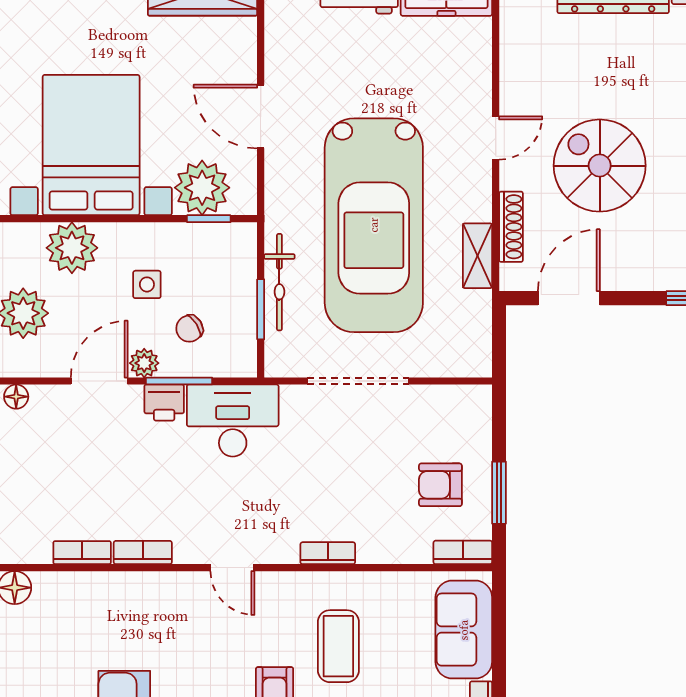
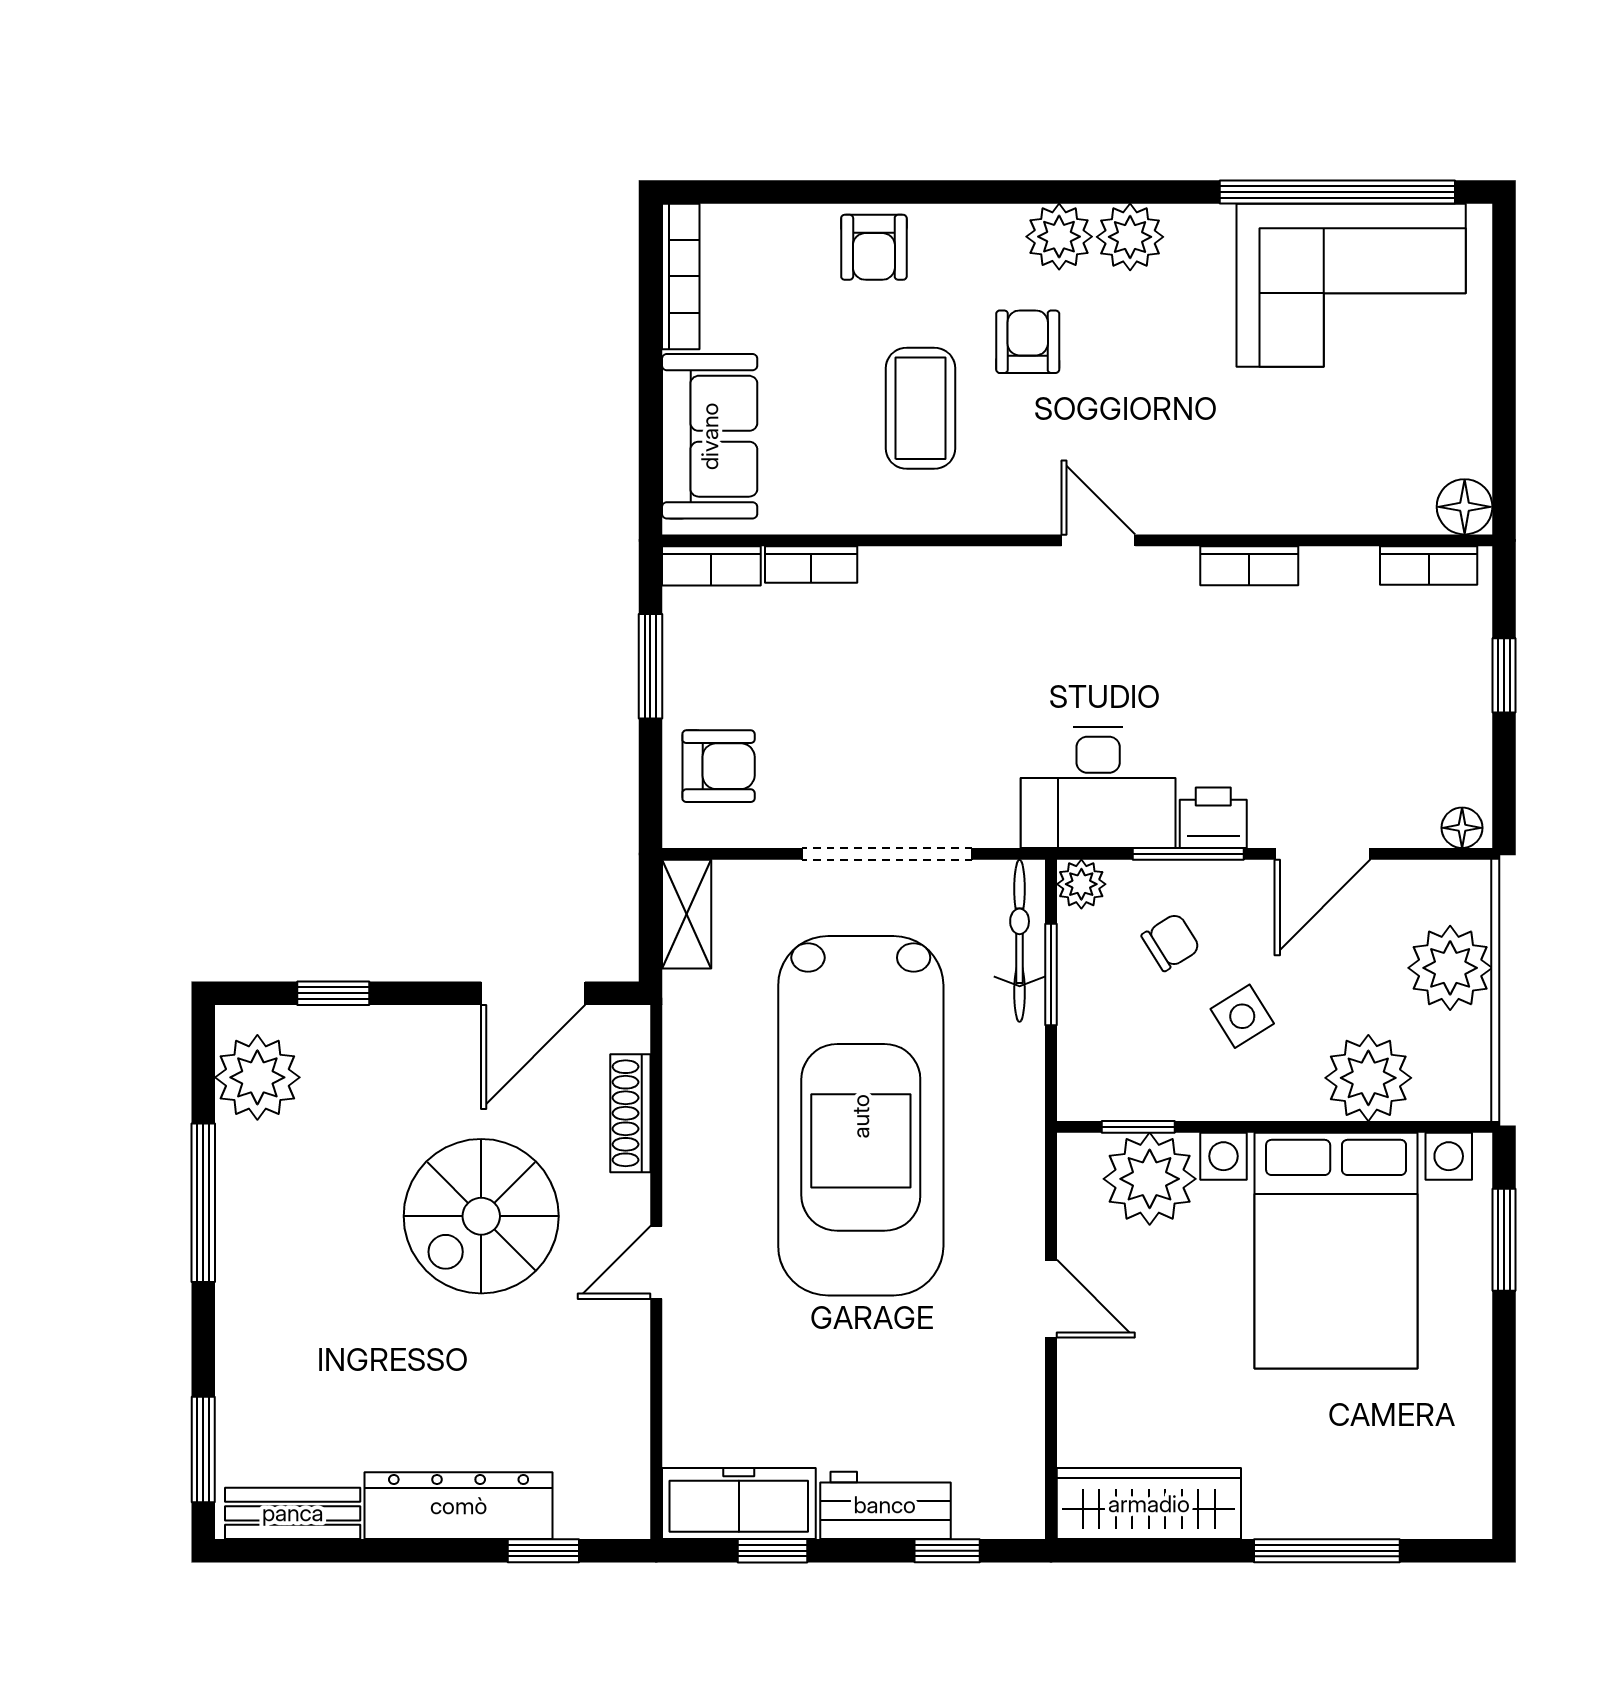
door: (261, 116) -> (1051, 1299), width x0.73
spiral stairs: (600, 166) -> (481, 1216), turned 90
car: (374, 225) -> (861, 1116), turned 180
shelving: (478, 256) -> (687, 914), moved
bicycle: (279, 282) -> (1020, 941), moved
side table: (147, 284) -> (1242, 1016), turned -32
plant: (144, 363) -> (1081, 884), moved
armchair: (440, 485) -> (719, 766), moved
bookcase: (82, 553) -> (1429, 566), moved
bookcase: (328, 553) -> (811, 565), moved

